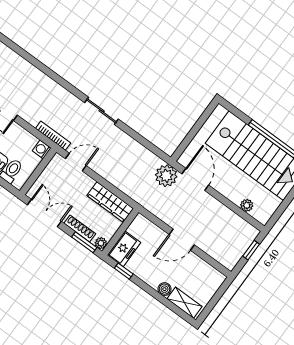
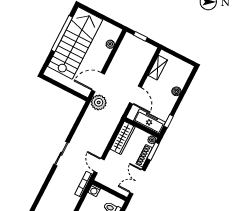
door: (182, 240) -> (135, 95), moved
freezer: (124, 249) -> (149, 121), width x1.40
shelving: (185, 303) -> (158, 68), moved

